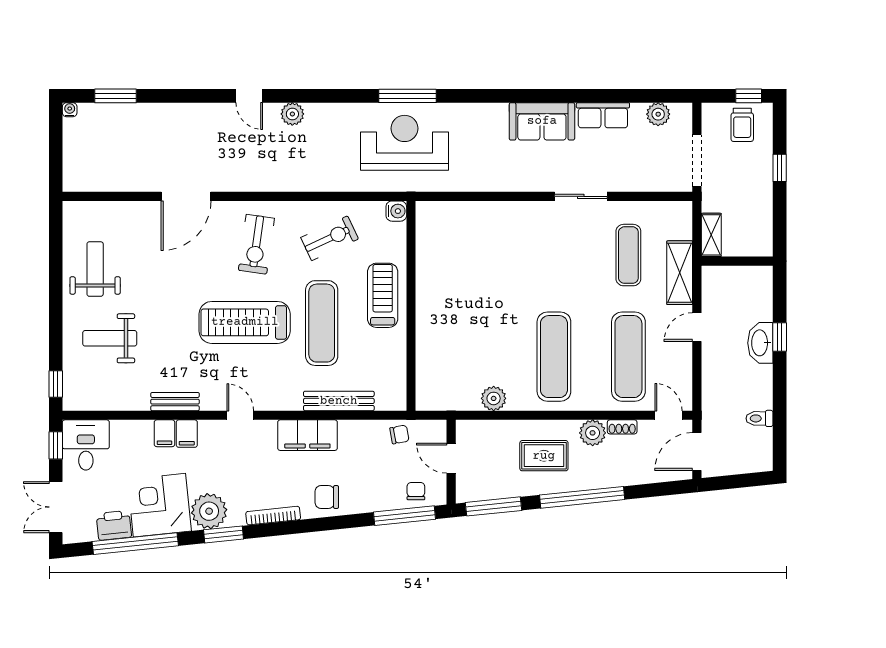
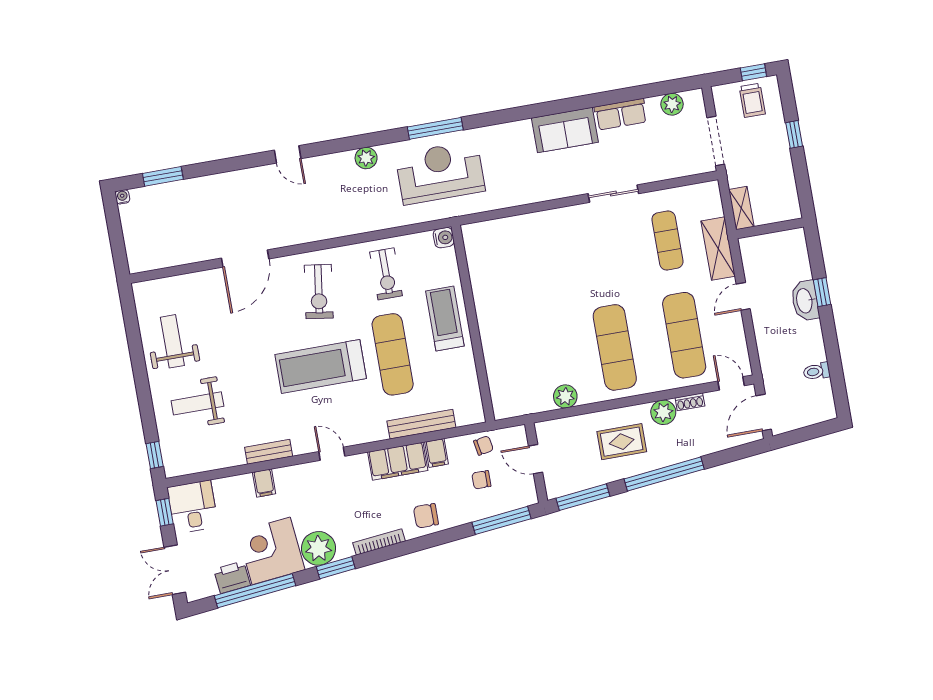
plant: (292, 114) -> (366, 158), moved
exercise bike: (330, 238) -> (386, 274), turned 115
filing cabinet: (187, 434) -> (437, 453), moved
chair: (416, 491) -> (481, 480), moved, turned -90

